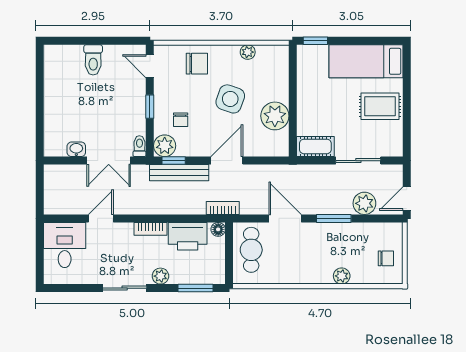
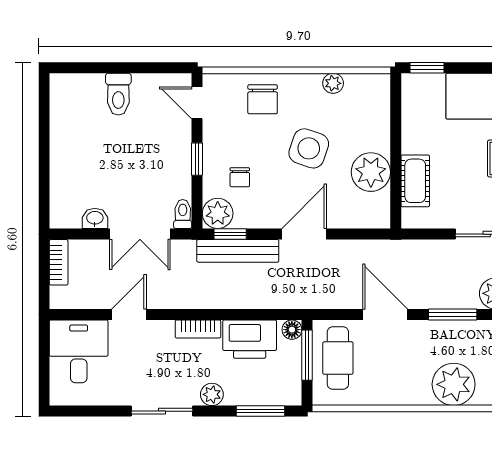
chair: (197, 64) -> (263, 99), turned 90
cot: (315, 146) -> (415, 181), moved, turned 90
bookcase: (223, 208) -> (59, 262), moved, turned 90
window: (229, 248) -> (307, 355), added
plant: (342, 276) -> (454, 384), width x1.88, depth x1.88

